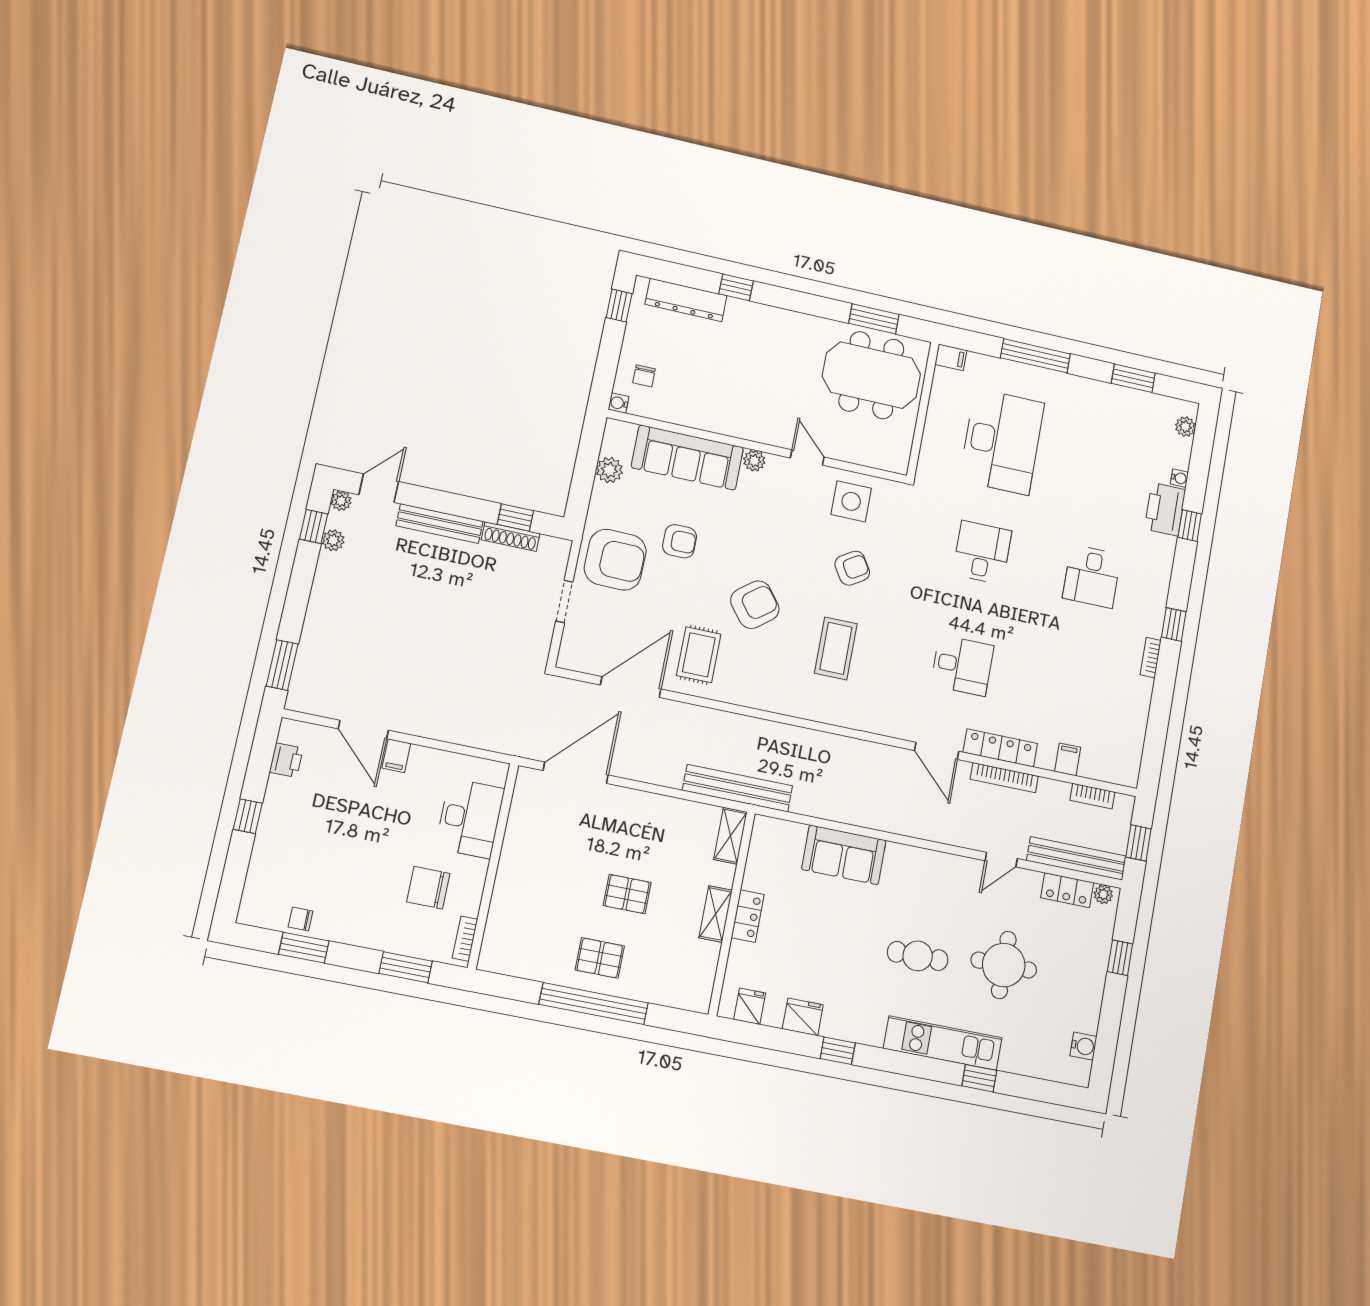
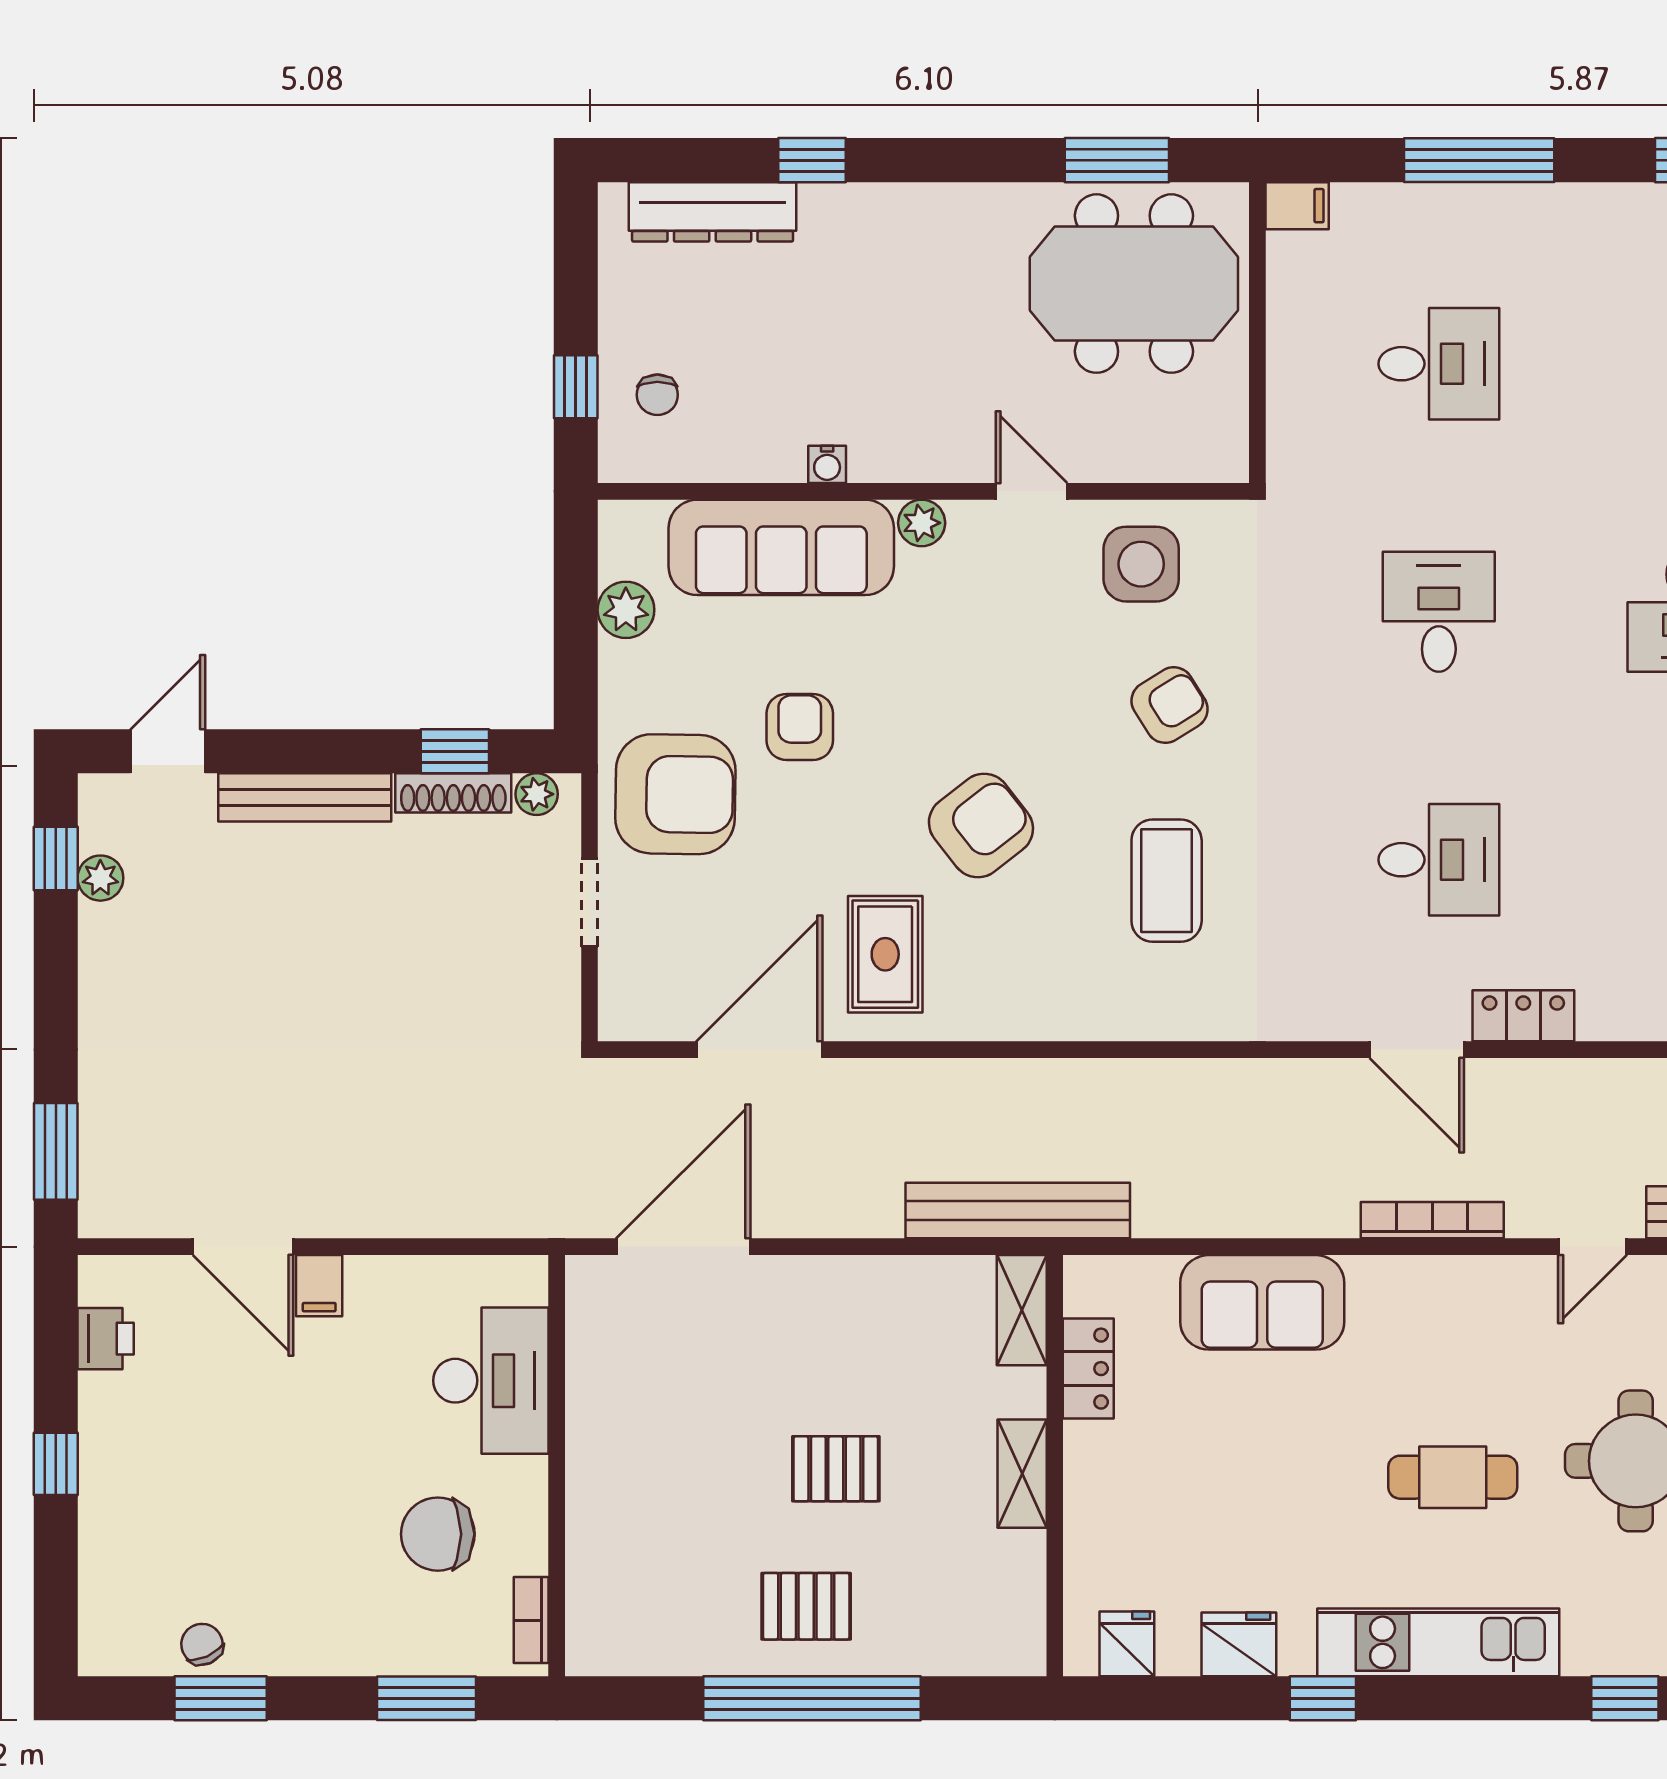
window: (619, 306) -> (576, 387), moved
water cooler: (619, 403) -> (827, 464), moved, turned -90
desk: (1002, 441) -> (1439, 364), width x0.53, depth x0.77
plant: (341, 501) -> (537, 794), moved
armchair: (680, 541) -> (800, 727), turned -90
locker: (1000, 748) -> (1523, 1016), width x0.66
bookcase: (1004, 778) -> (1432, 1220), moved, turned 180
locker: (748, 916) -> (1088, 1369), moved
chair: (300, 919) -> (202, 1644), turned 66
kitchen unit: (943, 1043) -> (1438, 1642), moved

